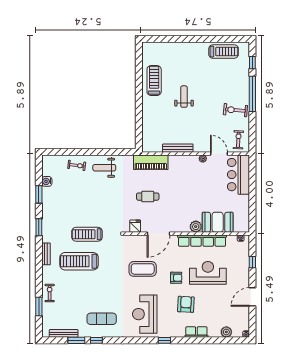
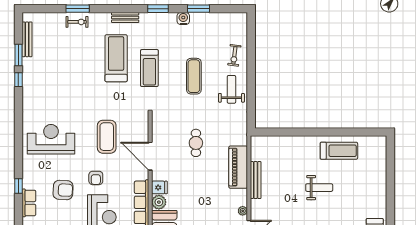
piano: (151, 162) -> (238, 167), moved
water cooler: (47, 181) -> (183, 18), moved
fridge: (135, 226) -> (159, 187), moved
treadmill: (87, 234) -> (149, 68), turned 180
window: (39, 306) -> (78, 9), moved
exercise mat: (102, 319) -> (194, 76), moved
window: (164, 340) -> (18, 186), moved

